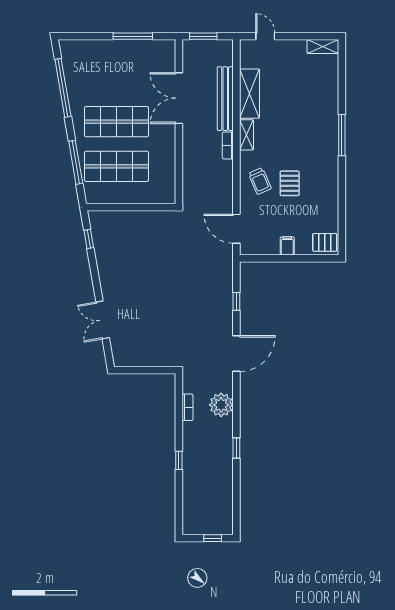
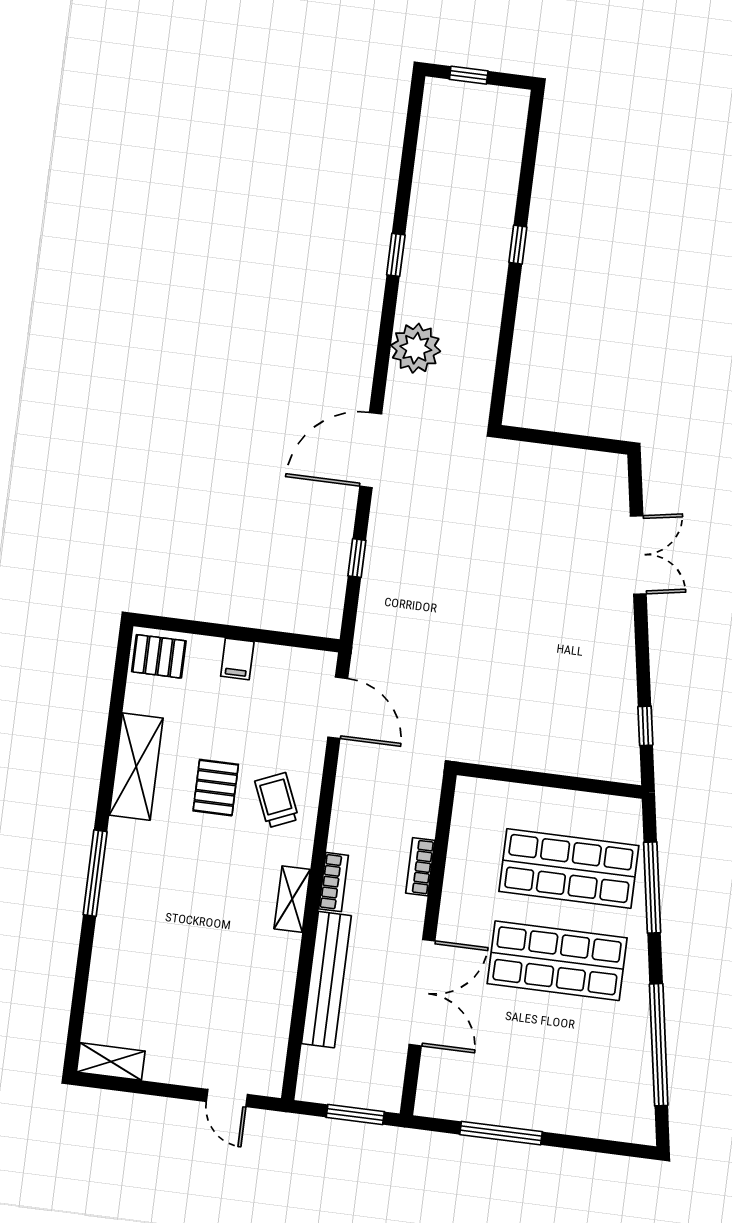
shelving: (249, 94) -> (136, 767), moved
bookcase: (187, 407) -> (420, 867), moved

